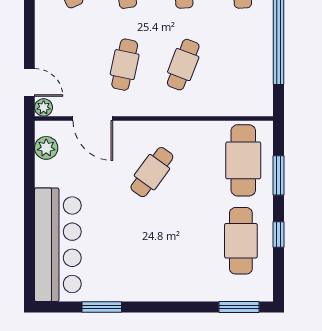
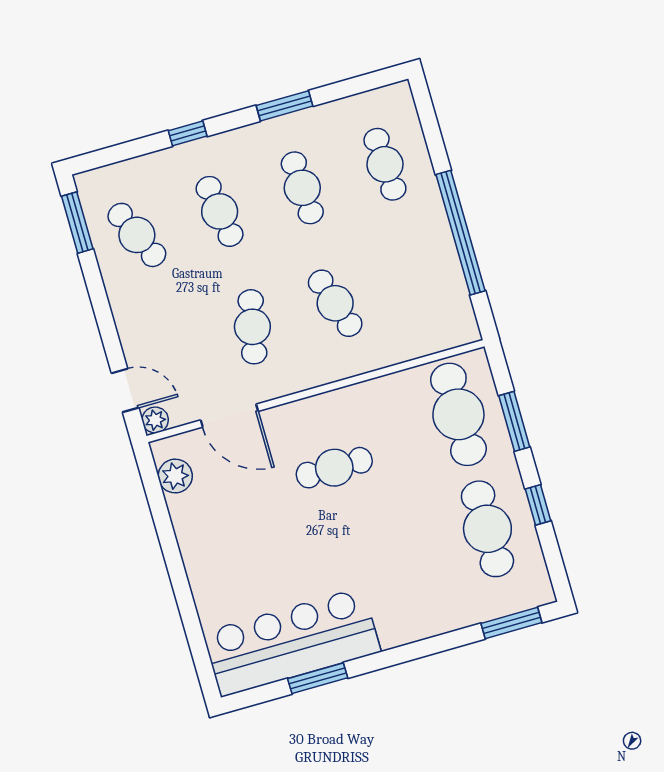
cafe table: (183, 65) -> (335, 303), turned -39
cafe table: (152, 172) -> (334, 468), turned 54
bar counter: (58, 245) -> (292, 642), moved, turned -90

